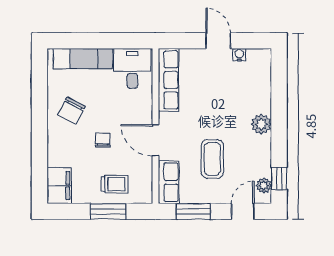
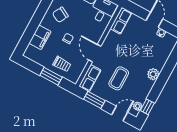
row of seats: (168, 80) -> (121, 21), width x0.68
filing cabinet: (59, 186) -> (40, 37), moved

